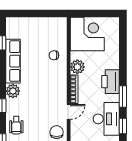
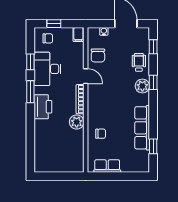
row of seats: (47, 23) -> (107, 166), added
corner desk: (87, 34) -> (67, 155), removed
plant: (13, 91) -> (142, 86), moved
door: (69, 112) -> (86, 76), swing flipped

